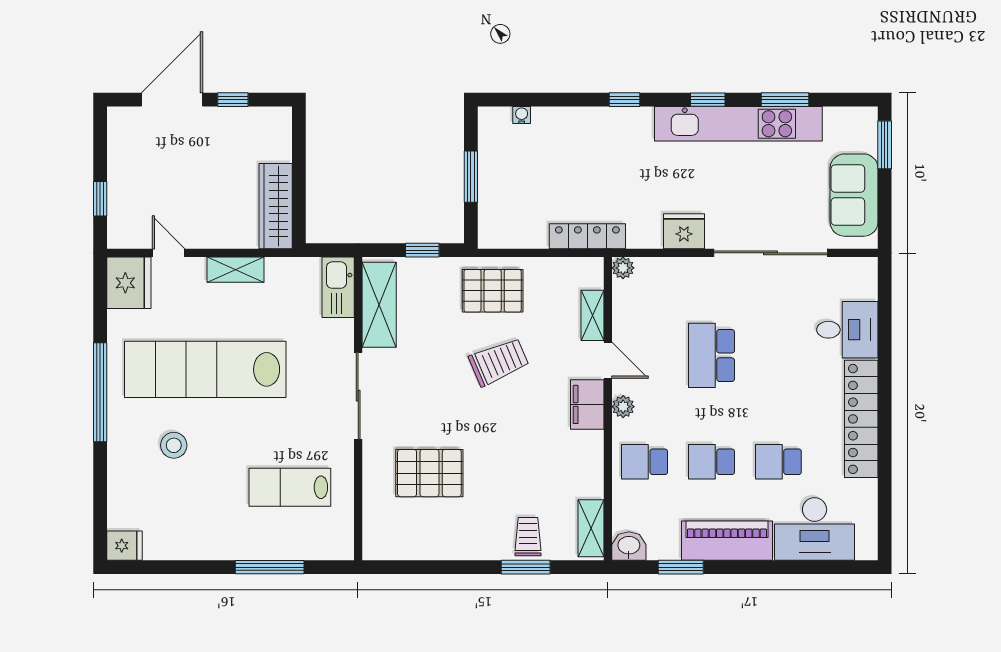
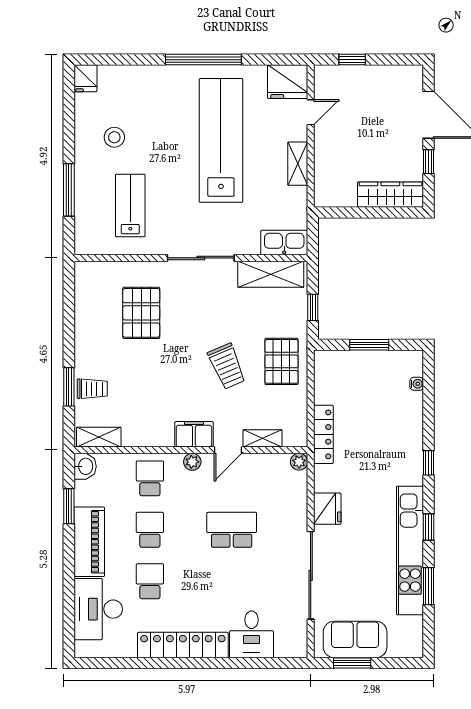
window: (885, 145) -> (352, 663), moved
wardrobe: (276, 206) -> (390, 195), moved
stool: (174, 445) -> (114, 137), moved

